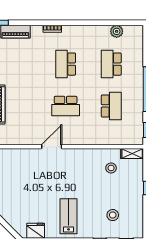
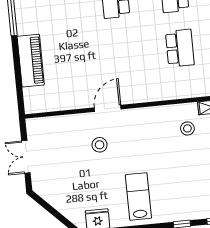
school desk: (66, 106) -> (121, 54), removed
stool: (113, 215) -> (100, 145), moved

